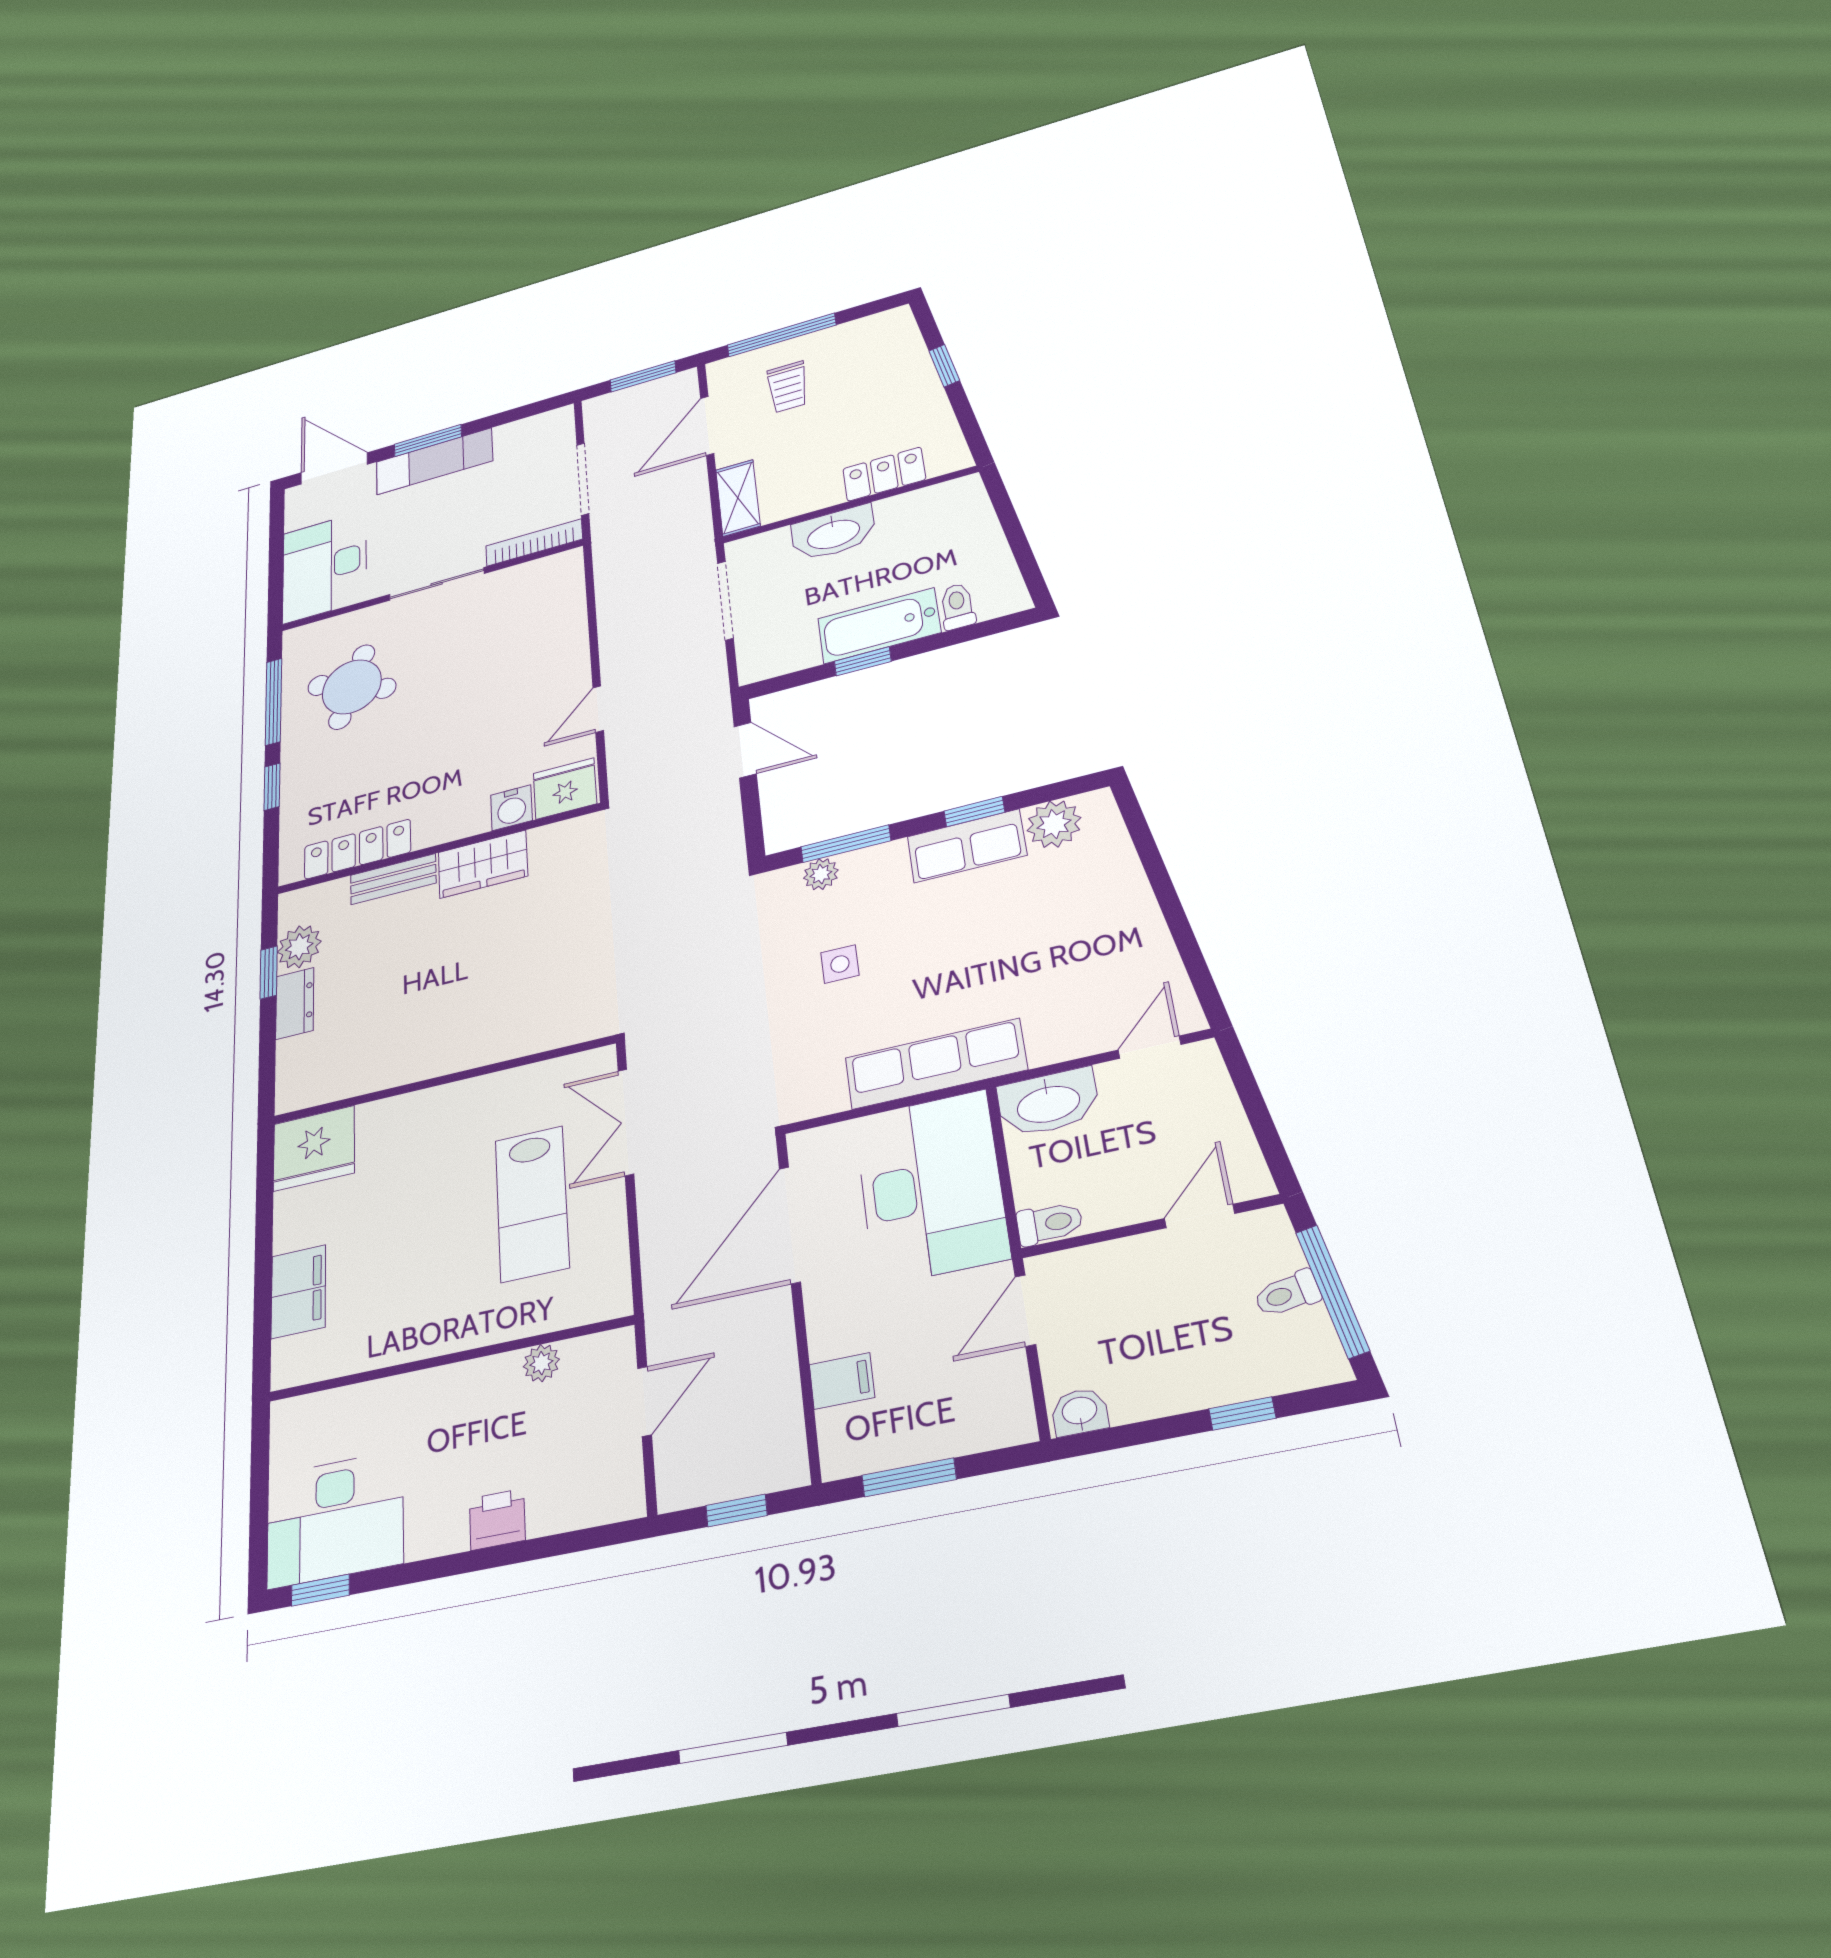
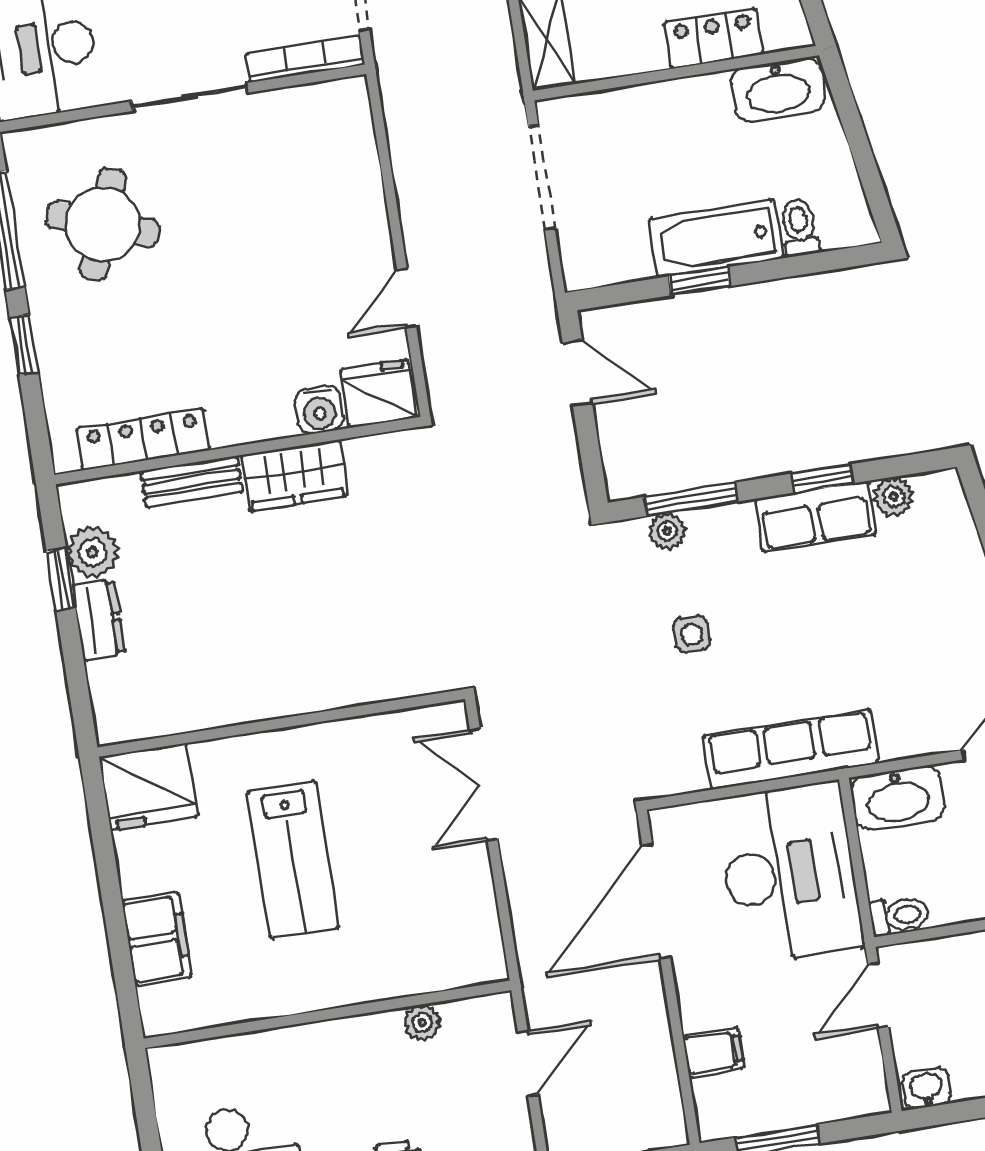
washbasin: (833, 533) -> (778, 90), moved
plant: (1054, 824) -> (894, 497), width x0.73, depth x0.73
lab bench: (532, 1203) -> (293, 859), moved

